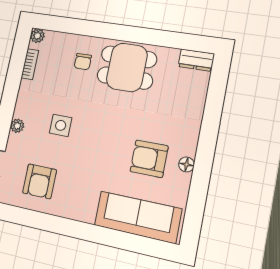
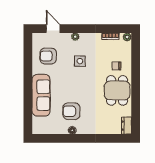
armchair: (149, 159) -> (71, 111), turned -90
sofa: (138, 217) -> (41, 95), moved

